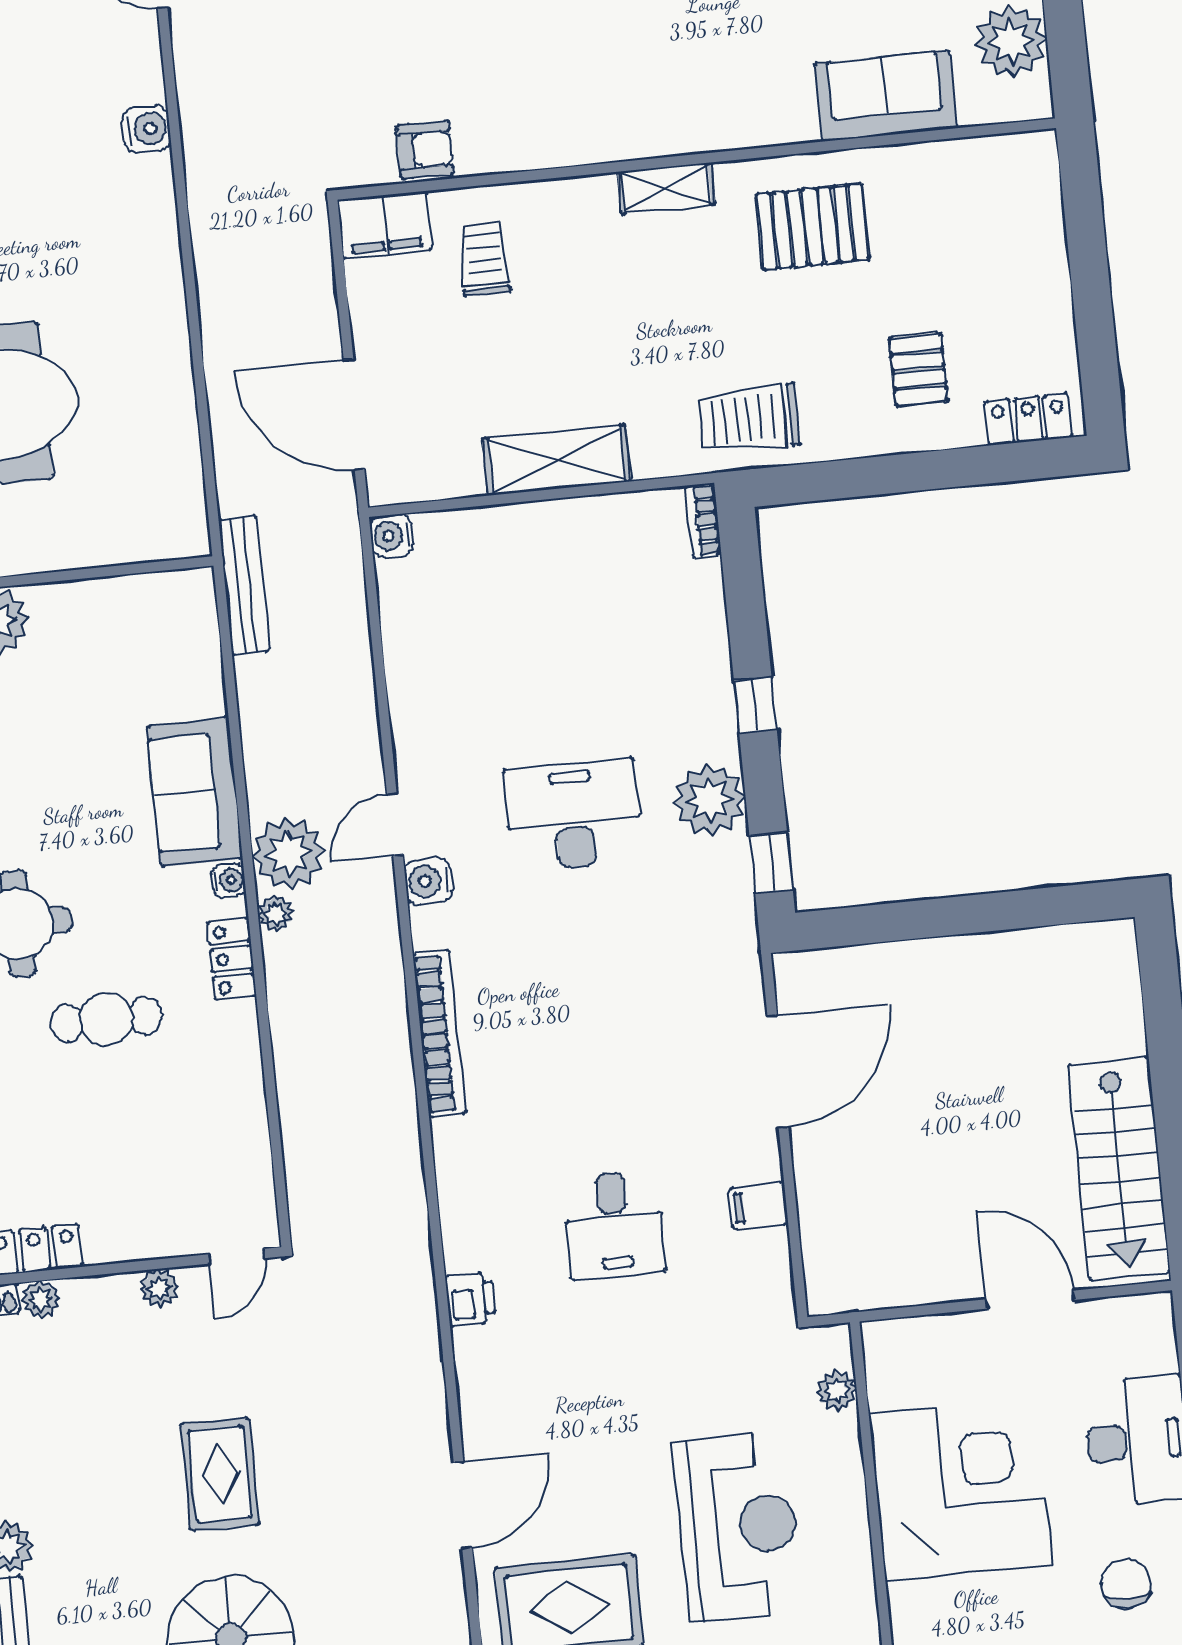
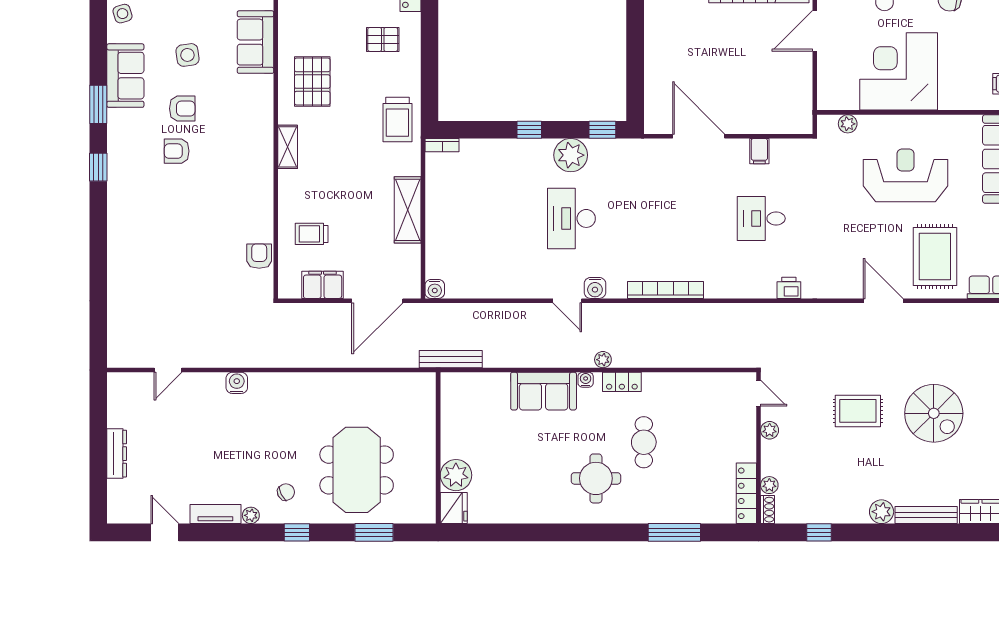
filing cabinet: (385, 225) -> (323, 285), moved, turned -90
plant: (289, 854) -> (576, 351), removed
desk: (614, 1225) -> (761, 218), turned 180

